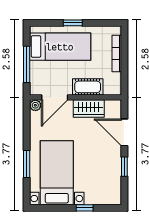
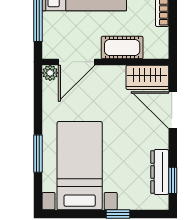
wardrobe: (89, 109) -> (147, 77), moved
window: (124, 167) -> (173, 180), moved
dresser: (115, 177) -> (160, 172), added

